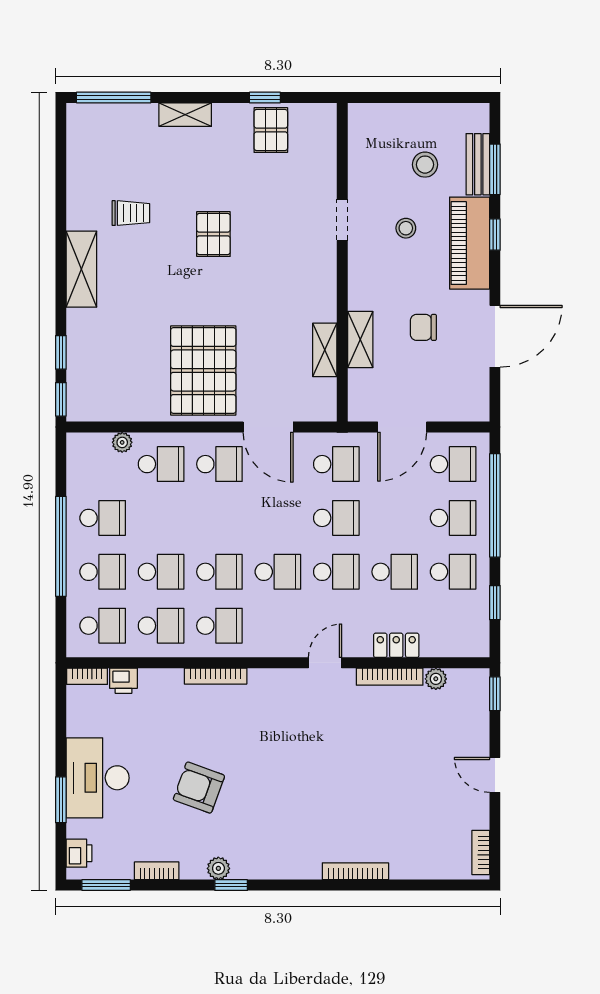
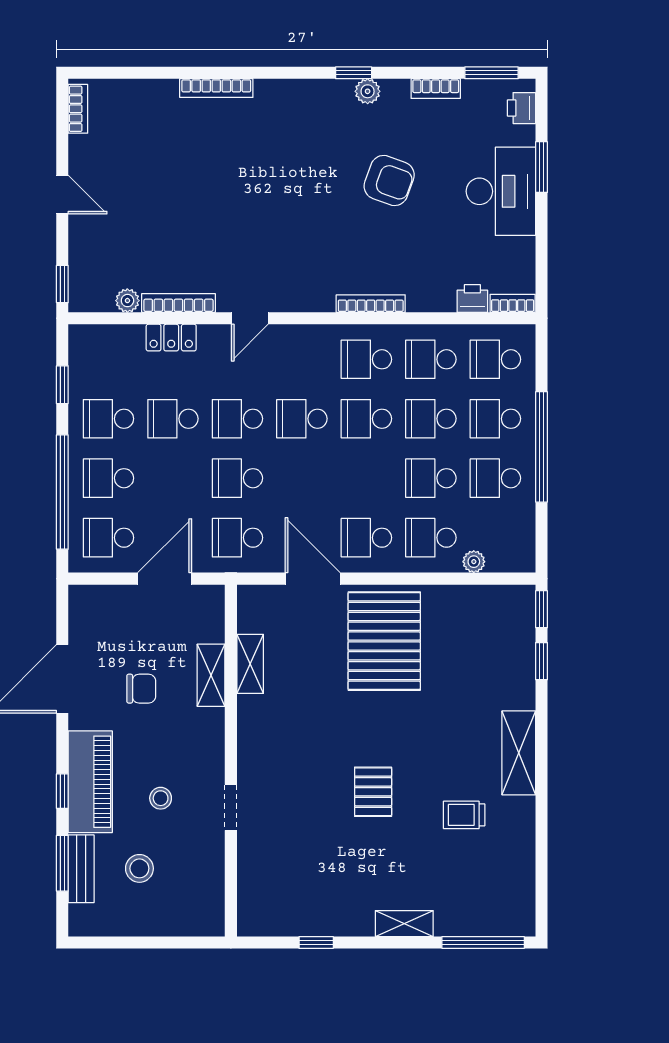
pallet: (271, 130) -> (310, 907), removed
school desk: (161, 518) -> (431, 478), added

